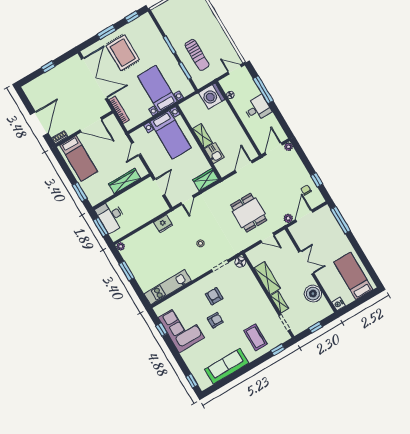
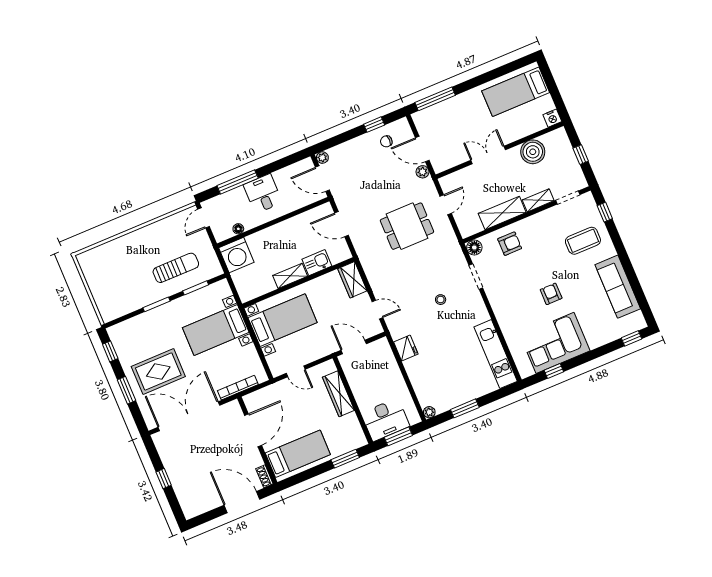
armchair: (214, 296) -> (510, 244), moved, turned 180

